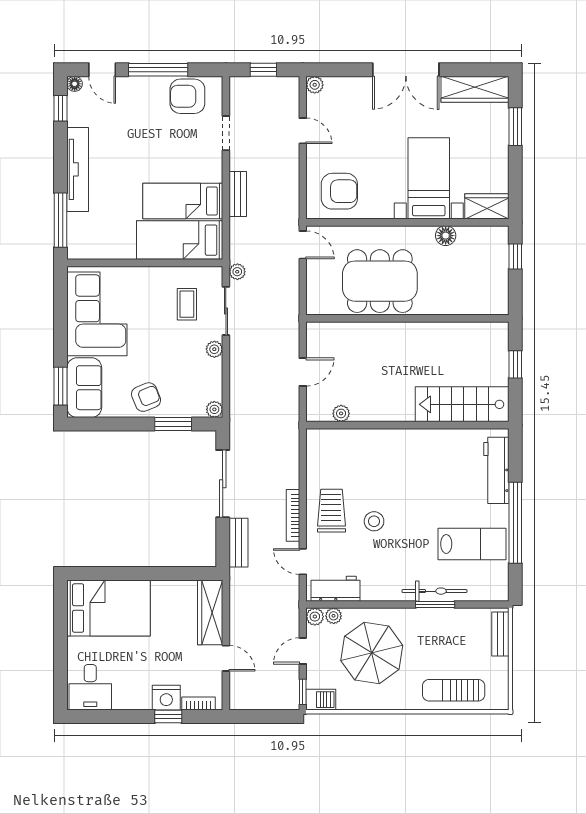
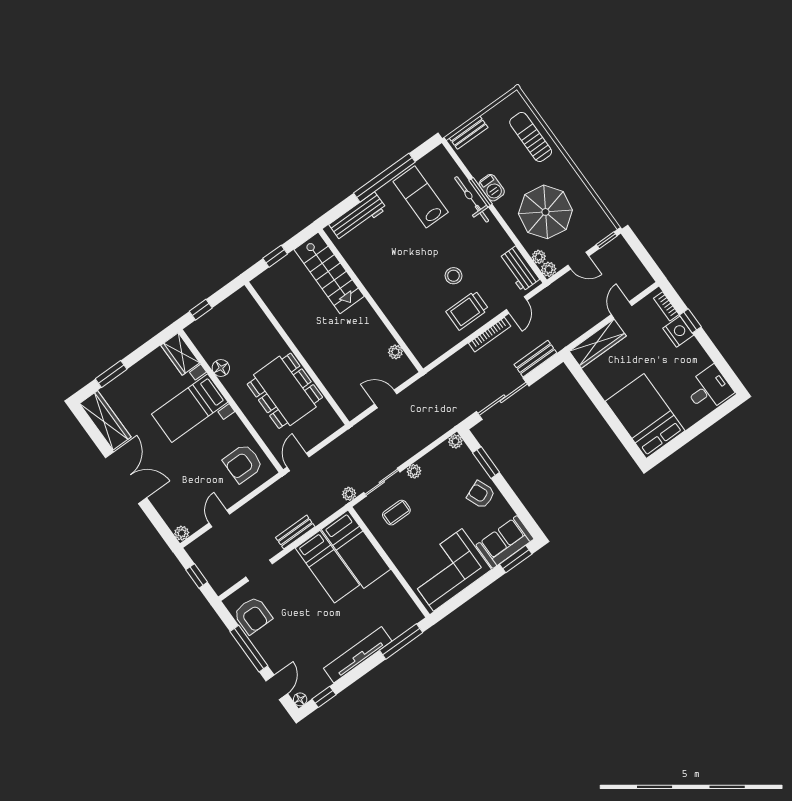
armchair: (339, 191) -> (243, 463), turned -90
sun lounger: (454, 690) -> (531, 137), turned 180
barbecue: (321, 700) -> (492, 188), moved, turned 180

